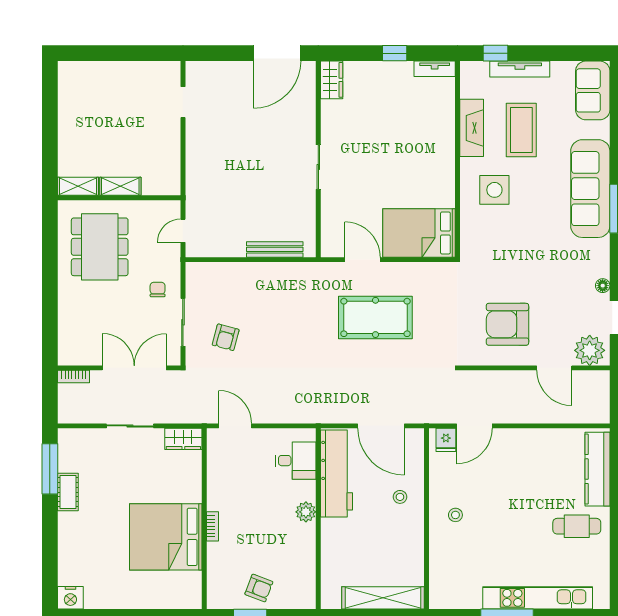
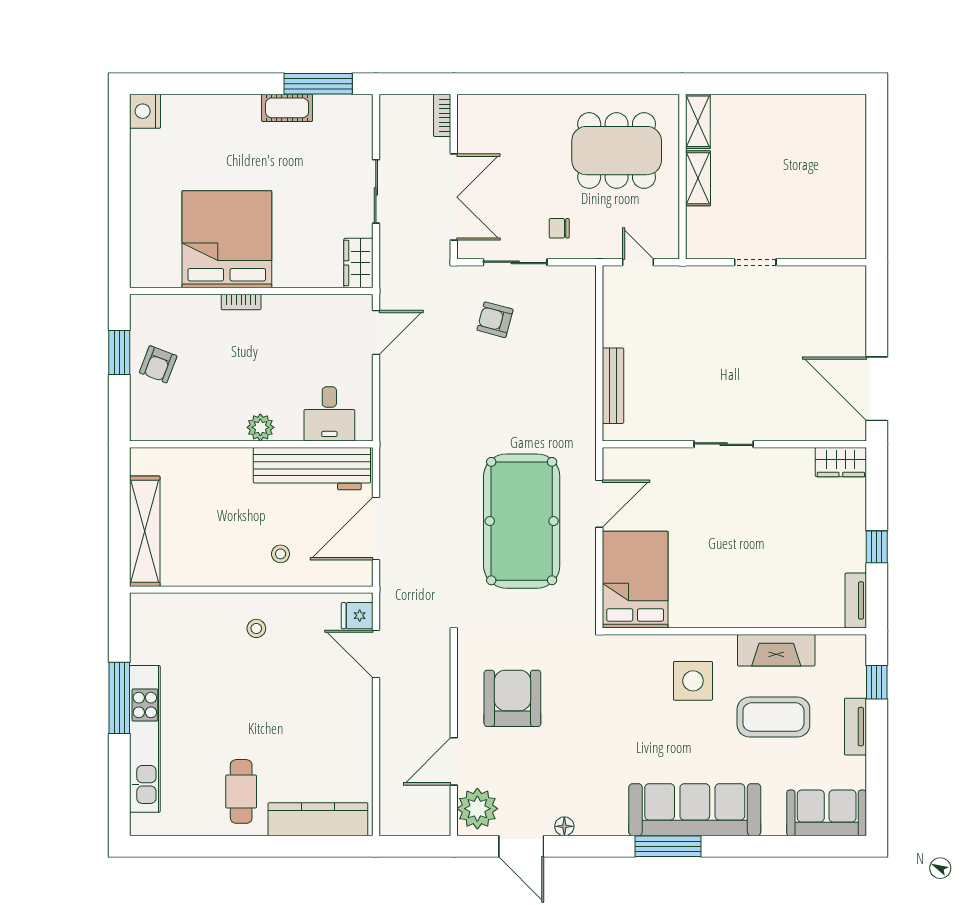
tv unit: (520, 69) -> (855, 727), width x0.71
doorway: (183, 102) -> (755, 262), moved
chair: (158, 290) -> (559, 228), turned 180
pool table: (375, 317) -> (522, 521), width x1.36, depth x1.32

